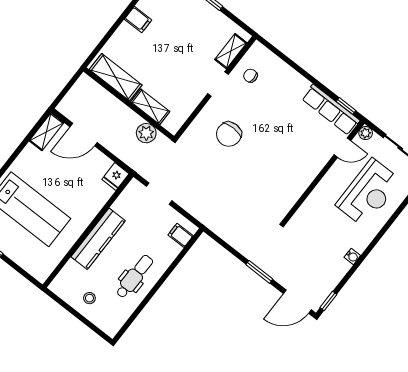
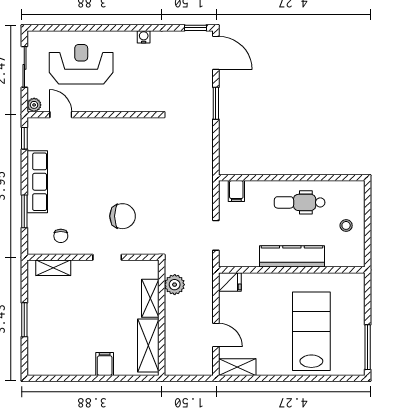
filing cabinet: (138, 20) -> (105, 364), moved
window: (291, 63) -> (24, 211), added
doorway: (218, 84) -> (107, 257), moved
row of seats: (331, 110) -> (37, 182), moved
door: (84, 135) -> (216, 335), width x0.73

